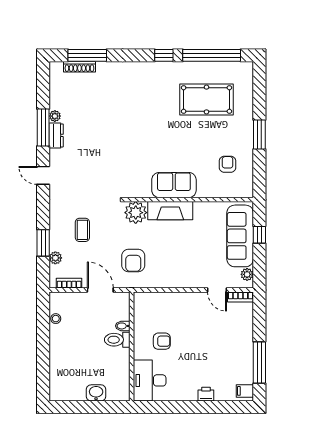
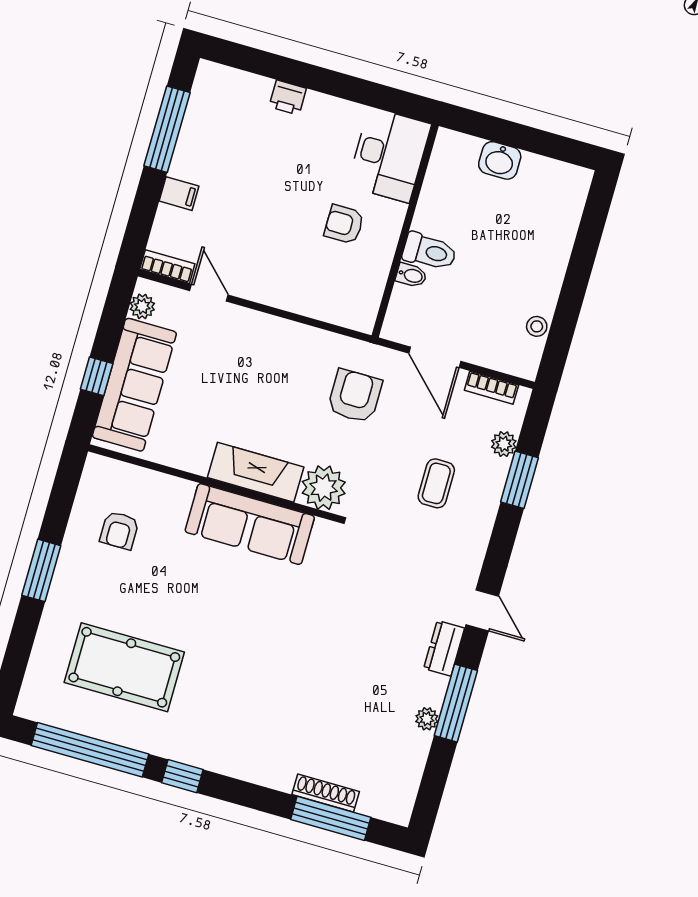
shoe rack: (79, 67) -> (326, 793), moved
dresser: (56, 135) -> (444, 648), moved
sofa: (174, 185) -> (250, 524), width x1.36
filing cabinet: (245, 391) -> (179, 194), moved

